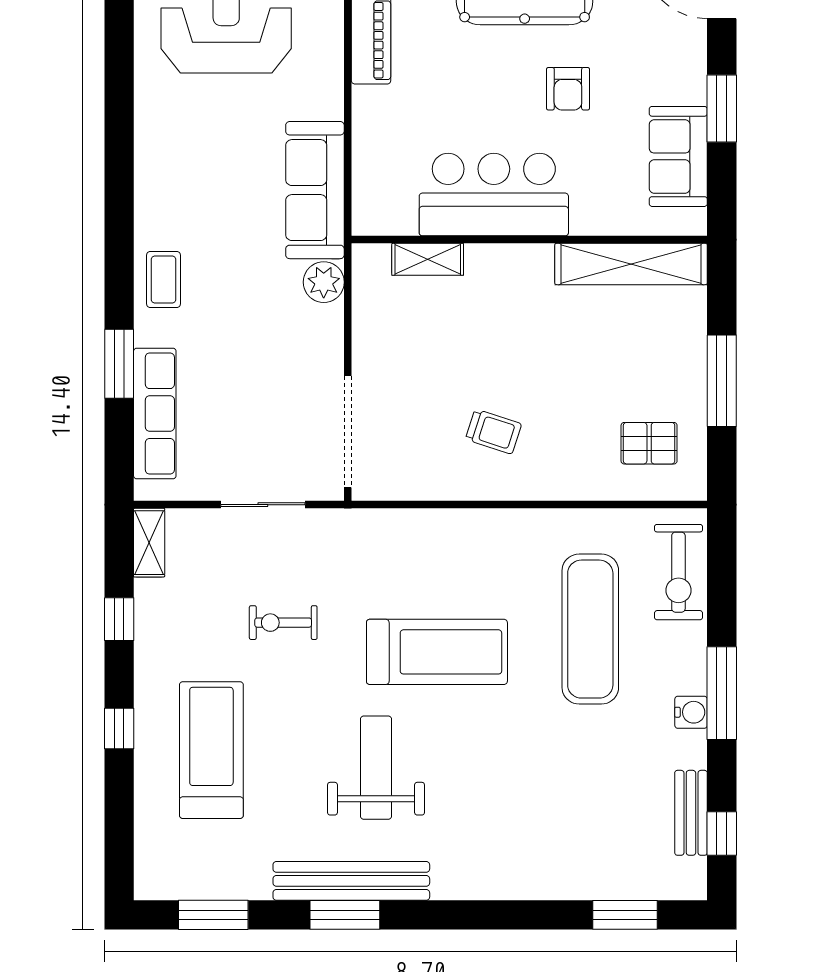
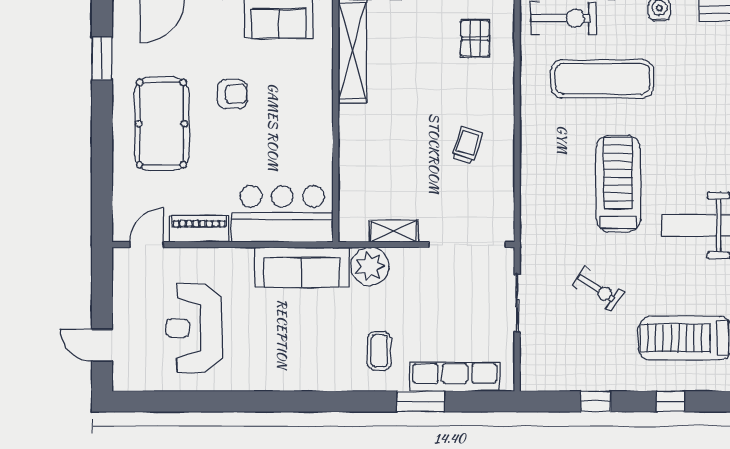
bar counter: (494, 195) -> (282, 214), moved, turned 90
shelving: (428, 259) -> (394, 231), moved, turned 90
coffee table: (164, 280) -> (379, 351), moved, turned 90
plant: (324, 282) -> (370, 266), width x1.36, depth x1.36
shelving: (149, 543) -> (543, 381), removed
exercise bike: (283, 623) -> (598, 289), turned -56

